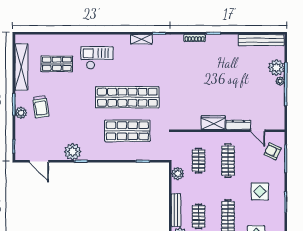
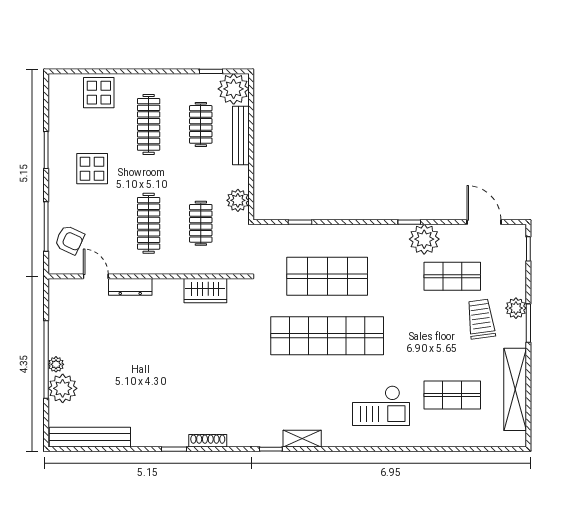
wardrobe: (213, 123) -> (205, 291), moved
shop shelf: (57, 131) -> (452, 276), added

